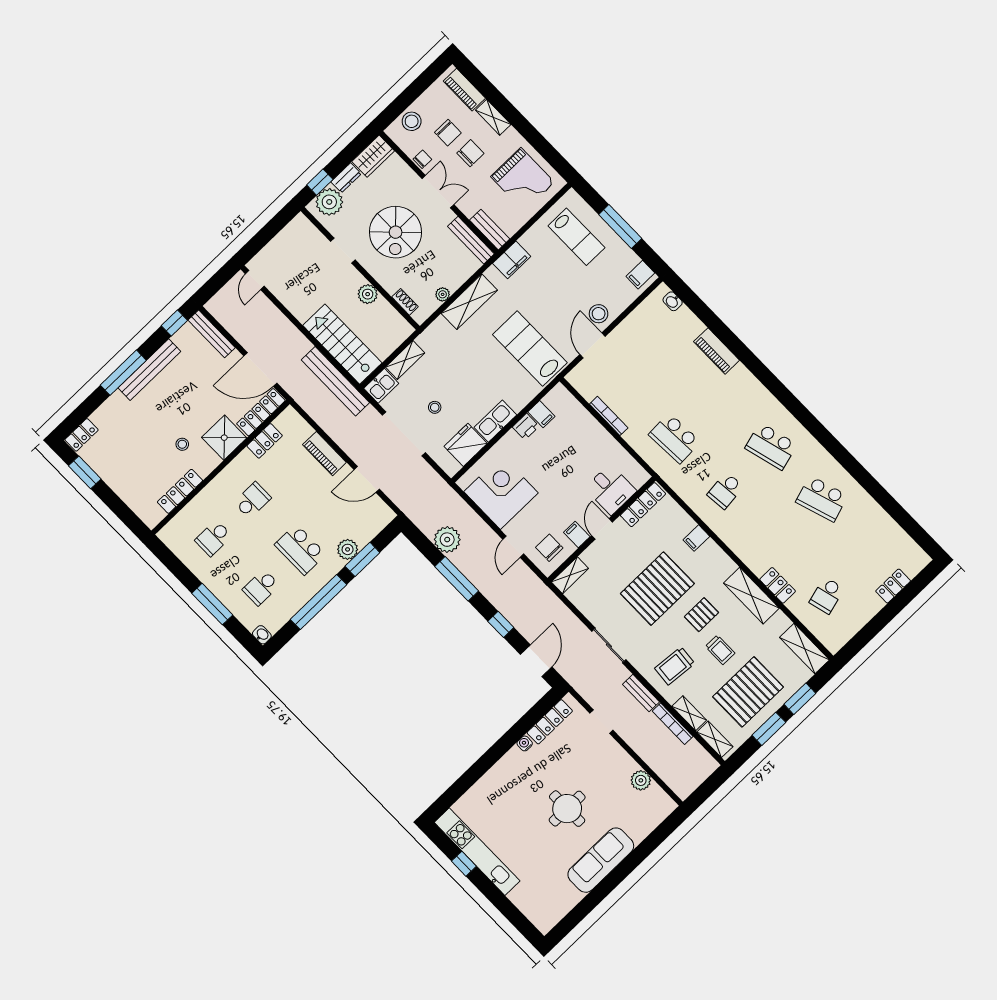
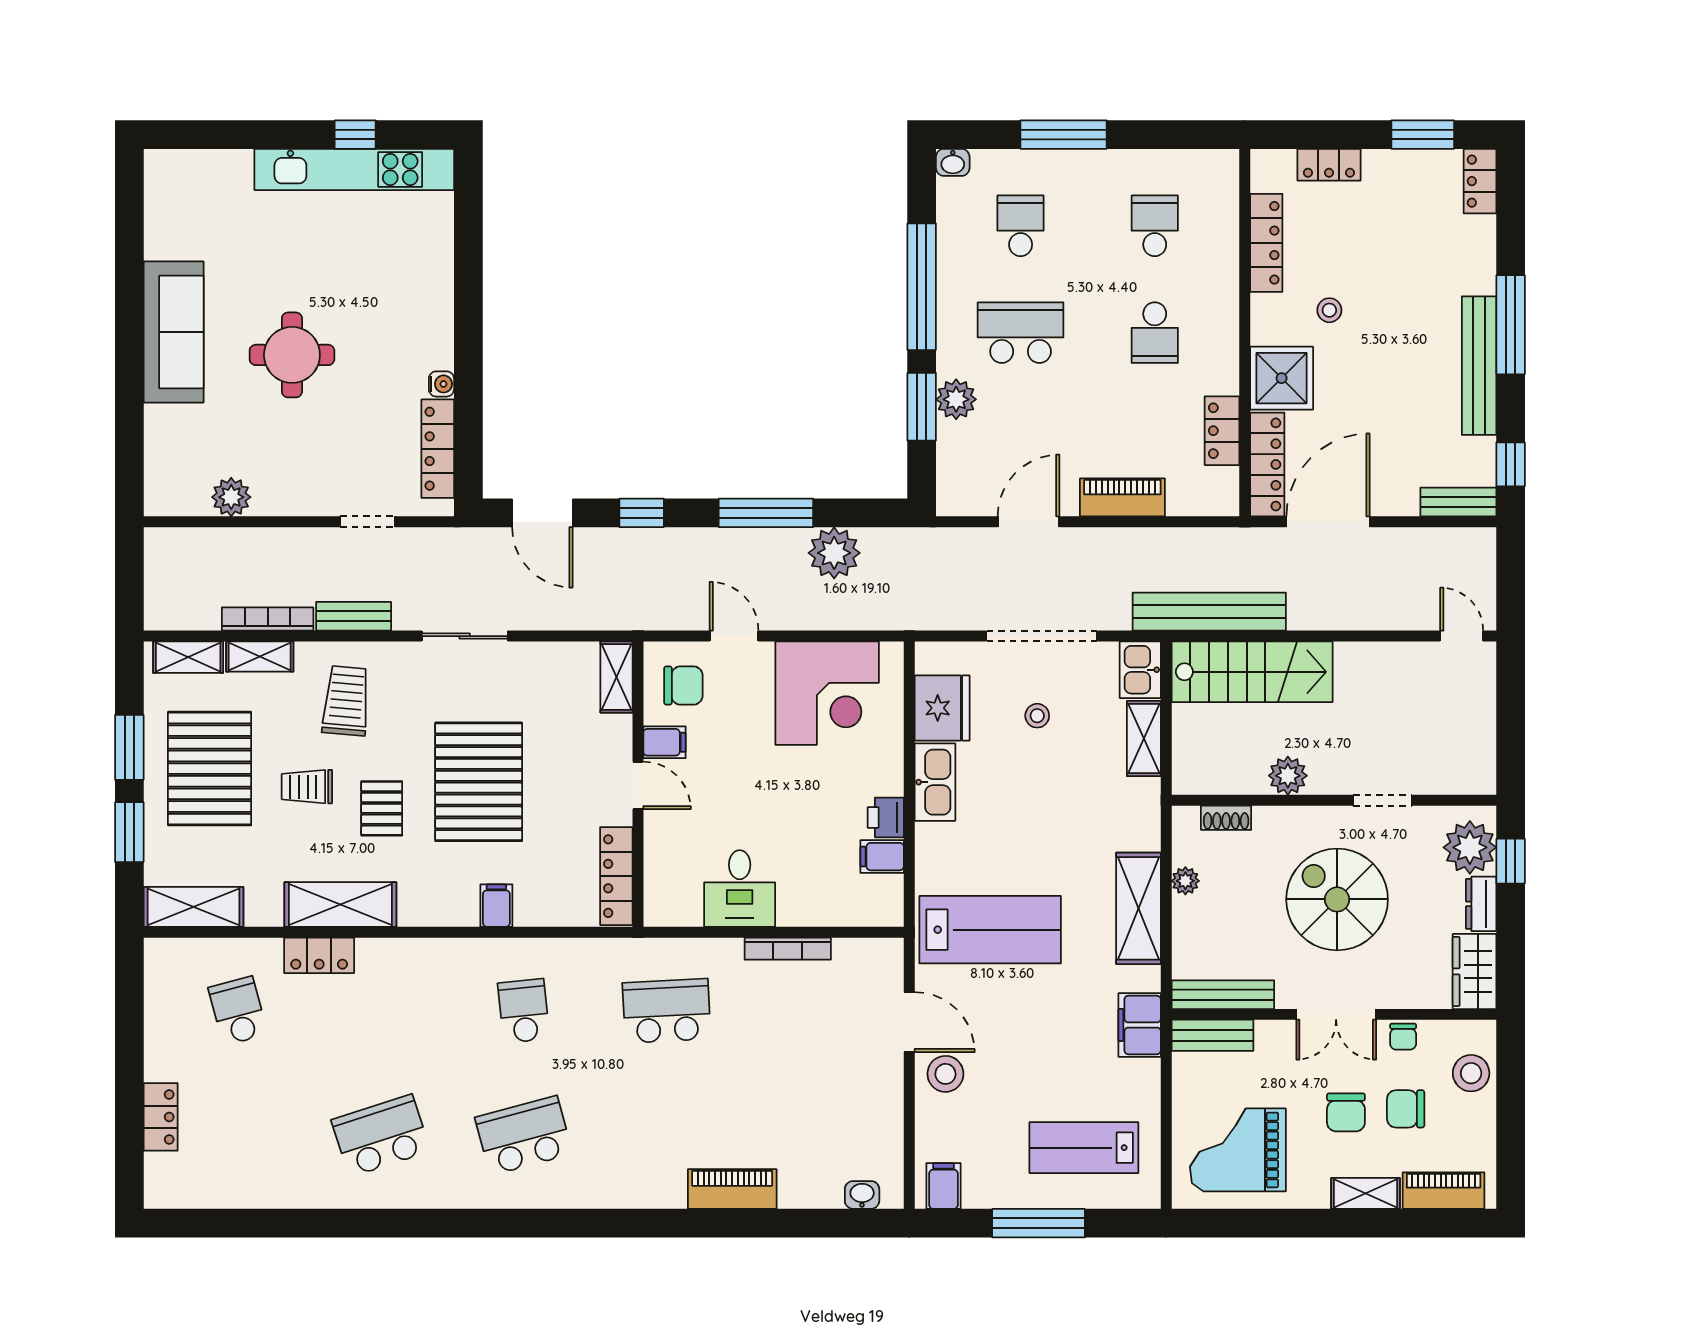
bench: (212, 334) -> (1458, 502), width x0.73
desk: (611, 490) -> (740, 889), moved, turned -90
locker: (129, 496) -> (1329, 165), added

